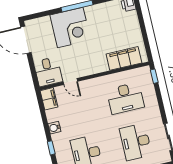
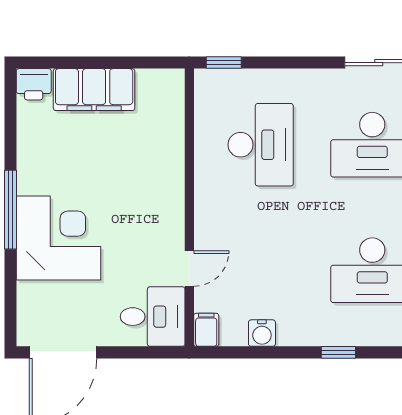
filing cabinet: (124, 58) -> (94, 90), moved, turned -90
filing cabinet: (49, 99) -> (206, 330), width x0.50
water cooler: (54, 128) -> (262, 333), moved

